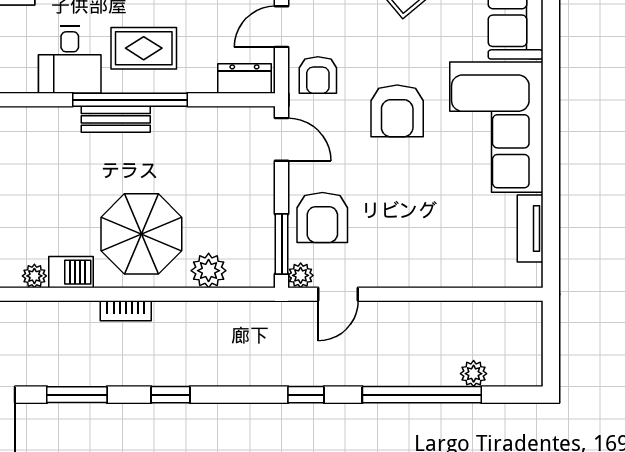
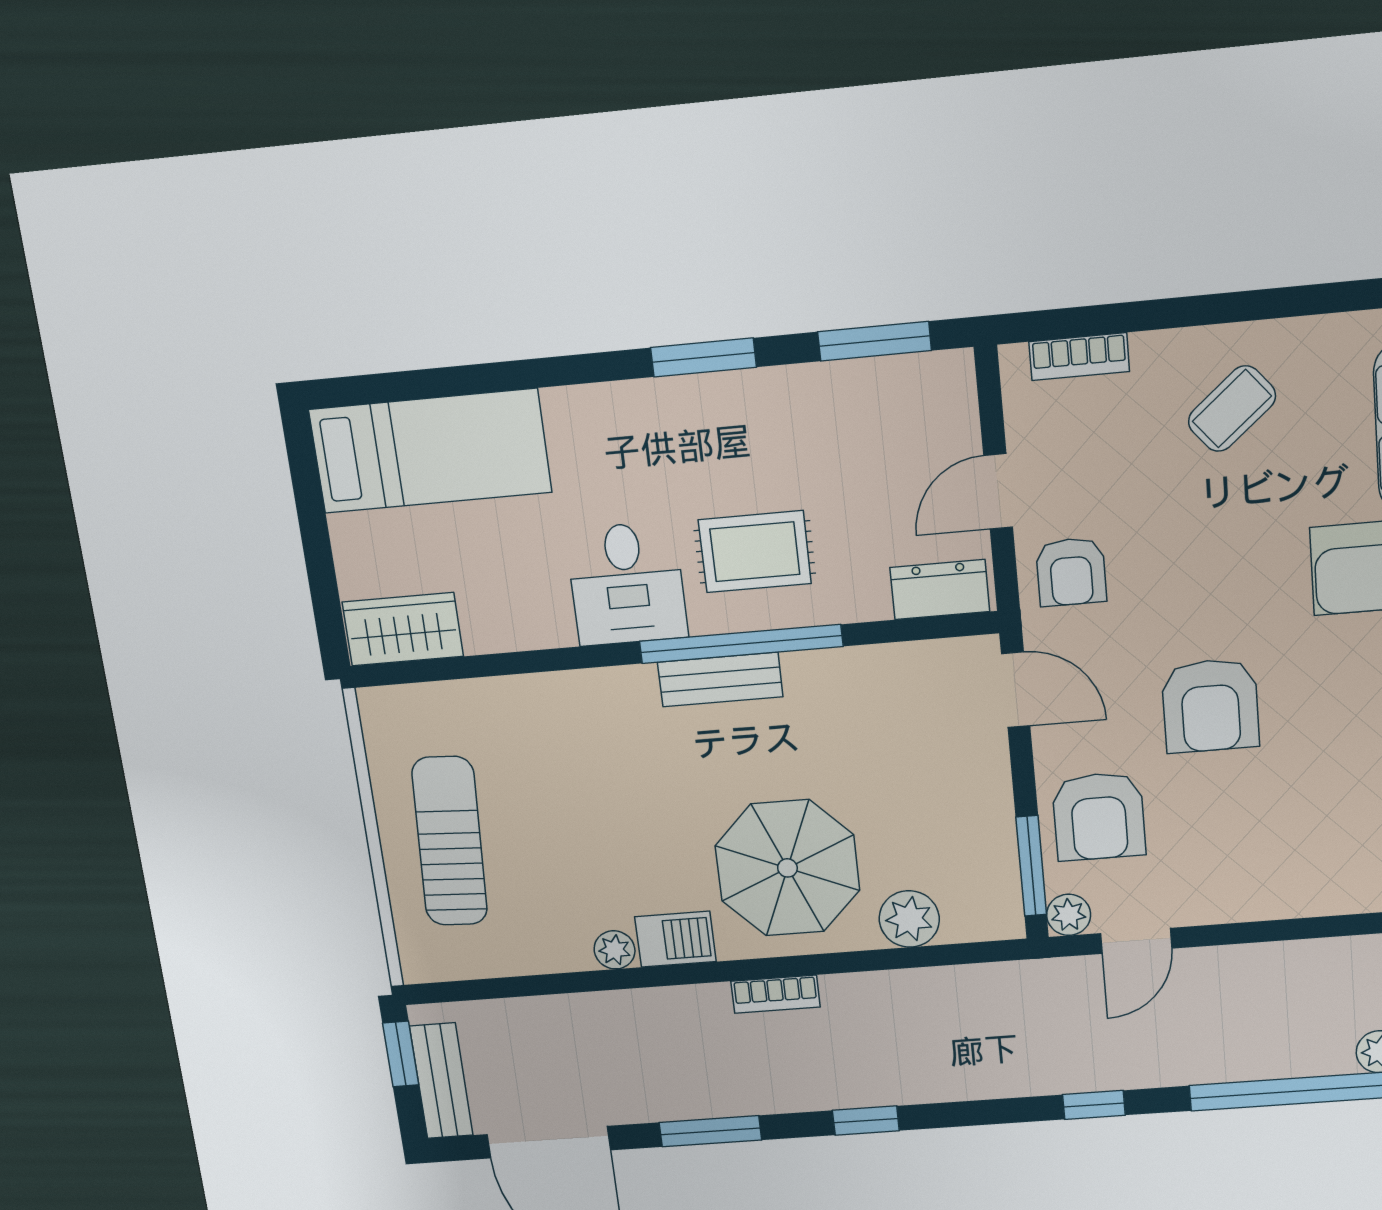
armchair: (397, 111) -> (1210, 706), moved

